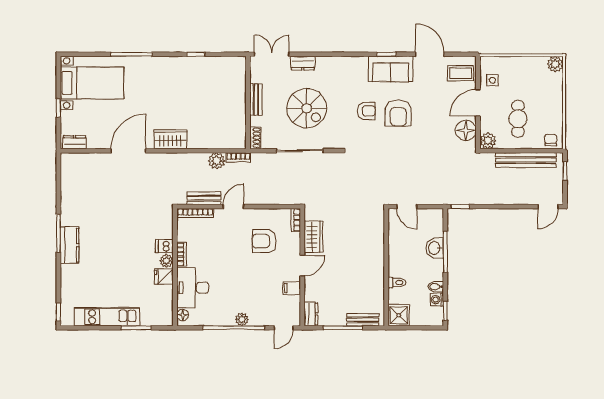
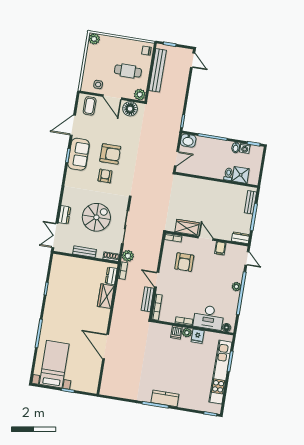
wardrobe: (170, 139) -> (106, 296), moved
dresser: (75, 142) -> (111, 276), moved
plant: (217, 161) -> (128, 256), moved
washbasin: (435, 248) -> (188, 141), moved
shower: (399, 315) -> (241, 175), moved
kitchen unit: (107, 317) -> (220, 372), width x1.36

